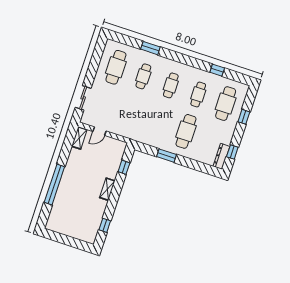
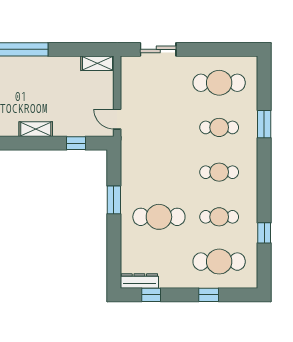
door: (100, 131) -> (117, 119), moved

